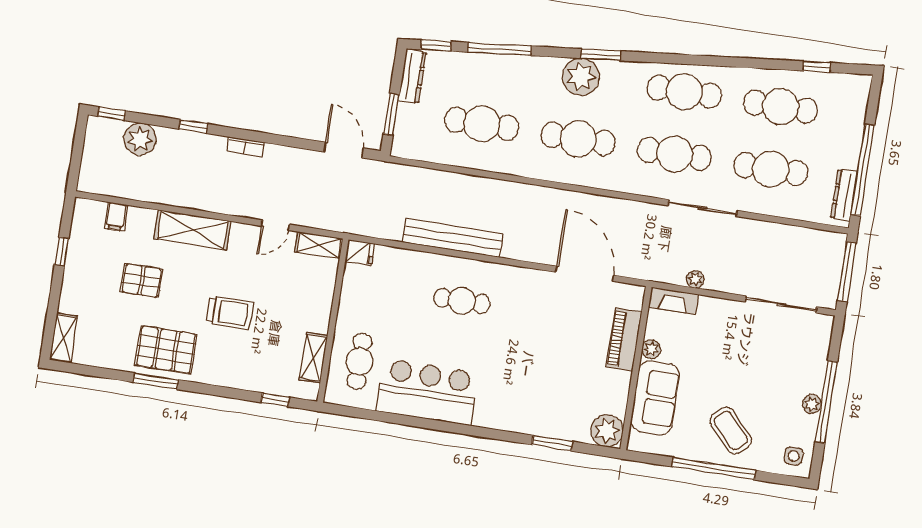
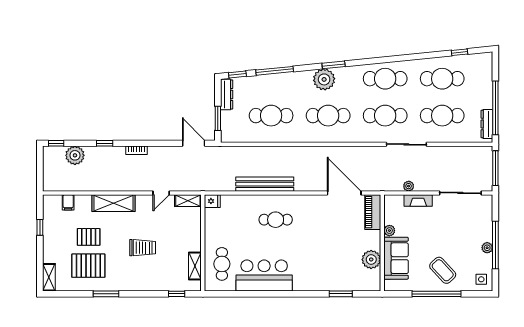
fireplace: (673, 301) -> (418, 200), moved
piano: (624, 340) -> (373, 212), moved
pallet: (166, 350) -> (88, 266), moved
plant: (607, 431) -> (371, 259), moved

